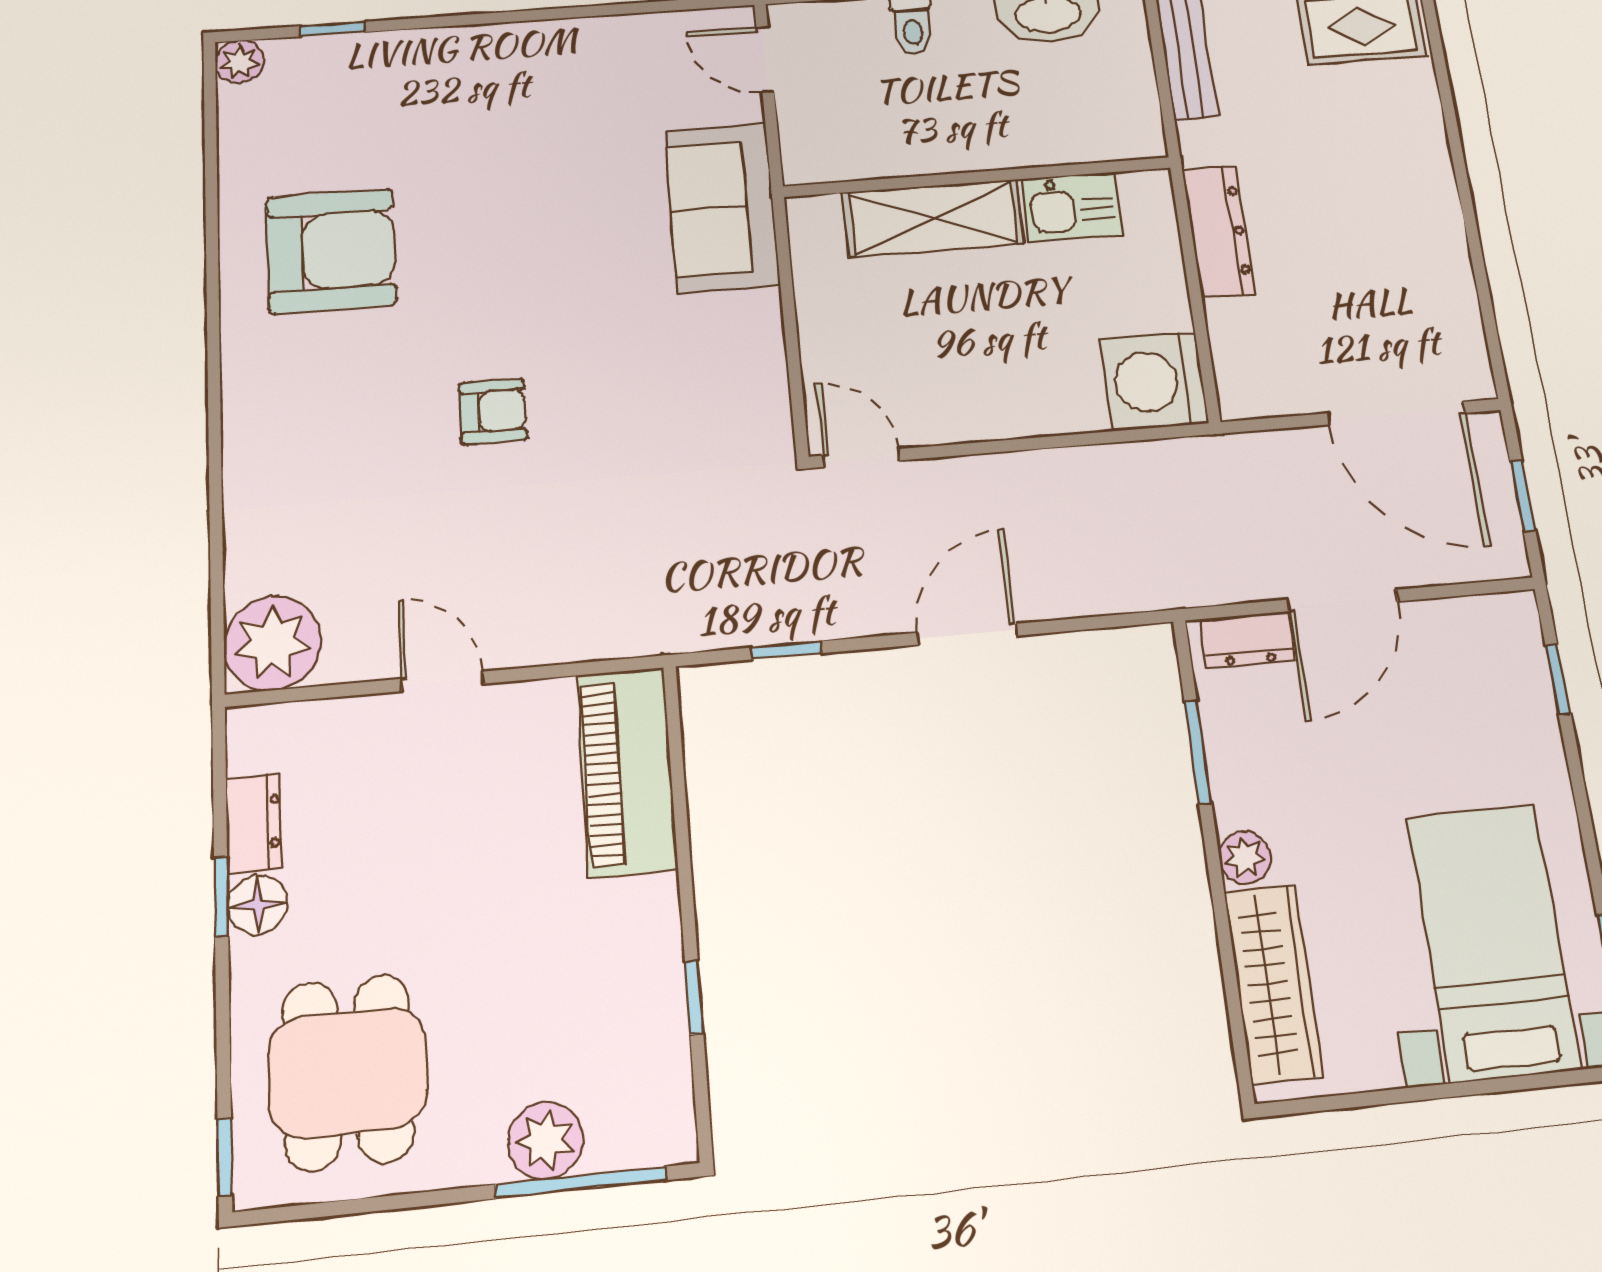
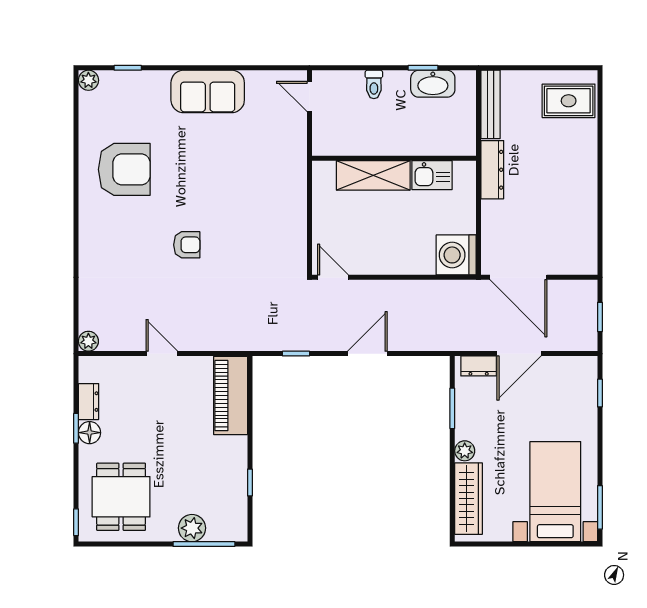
sofa: (722, 208) -> (208, 91), moved, turned -90
dresser: (1218, 232) -> (492, 170), moved
door: (1396, 413) -> (518, 277), moved
plant: (273, 643) -> (88, 341), width x0.53, depth x0.53

